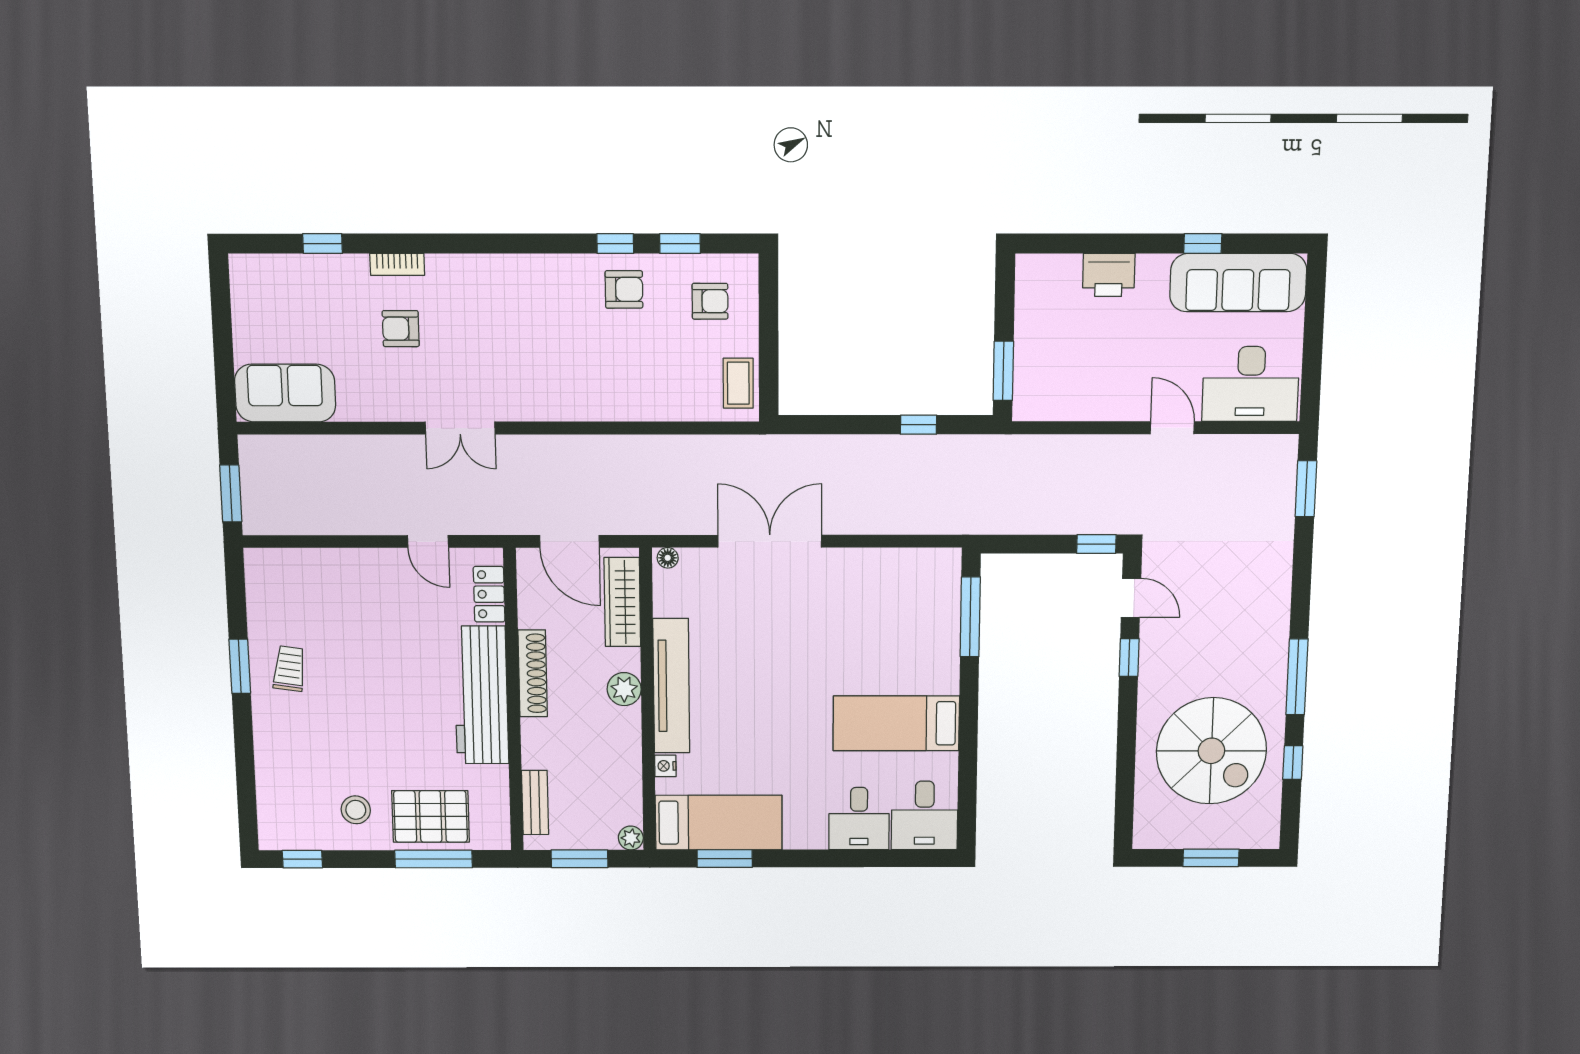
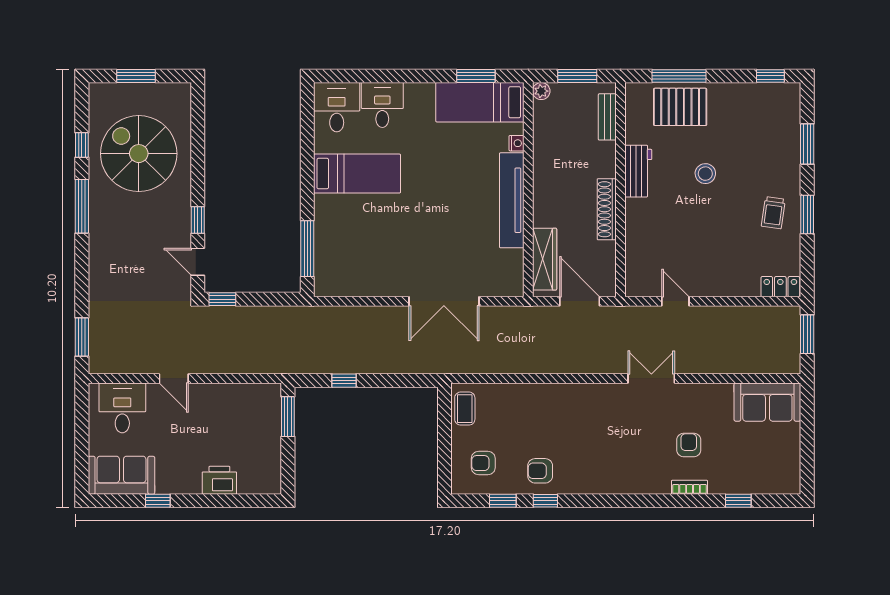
sofa: (1238, 283) -> (121, 475), width x0.73
armchair: (401, 329) -> (689, 445), turned -90
desk: (1251, 384) -> (122, 408), width x0.73
floor lamp: (668, 558) -> (513, 290), removed
locker: (489, 594) -> (780, 287), moved, turned -90
plant: (624, 689) -> (544, 198), removed
workbench: (481, 695) -> (638, 171), width x0.53, depth x0.76
window: (245, 765) -> (807, 144), added
stool: (356, 810) -> (705, 174), moved

